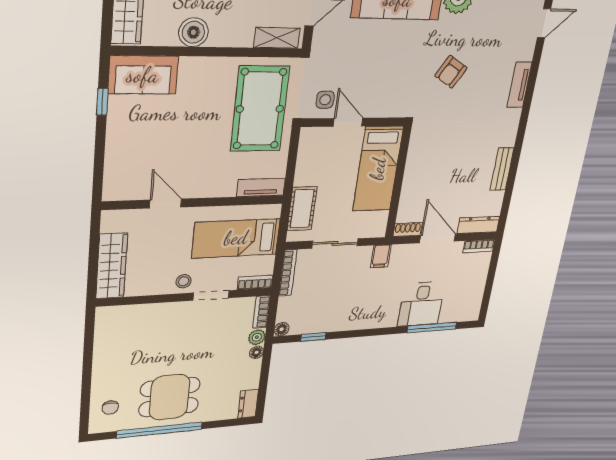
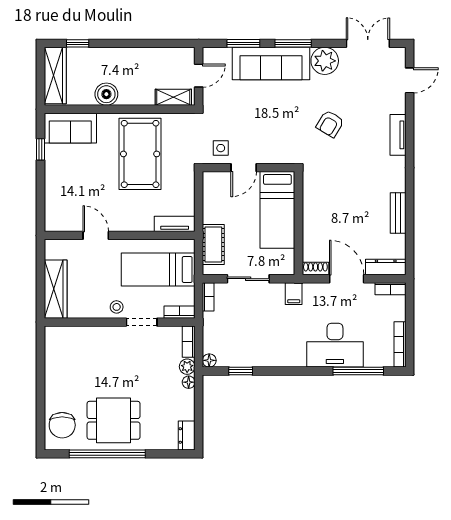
pool table: (260, 109) -> (140, 154), moved
door: (348, 122) -> (244, 168), swing flipped
bookcase: (288, 273) -> (208, 297), width x0.64
bookcase: (477, 299) -> (400, 344), added
desk: (421, 304) -> (335, 345), width x1.37
chair: (110, 408) -> (62, 425), width x1.87, depth x1.87

